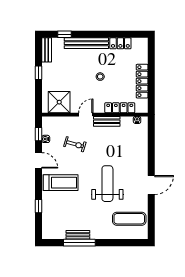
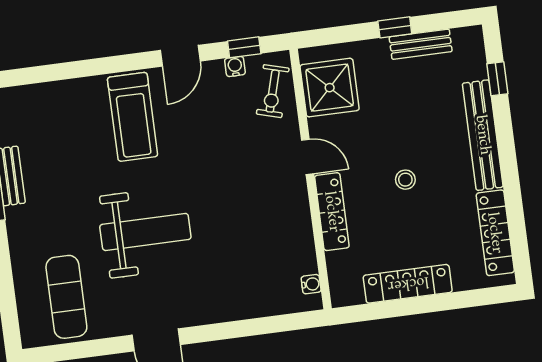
locker: (120, 43) -> (495, 233), width x1.53
bench: (47, 50) -> (421, 44), moved
locker: (120, 108) -> (332, 212), moved
bench: (107, 121) -> (298, 210), removed
exercise bike: (75, 144) -> (273, 91), moved
window: (39, 206) -> (68, 70), removed

